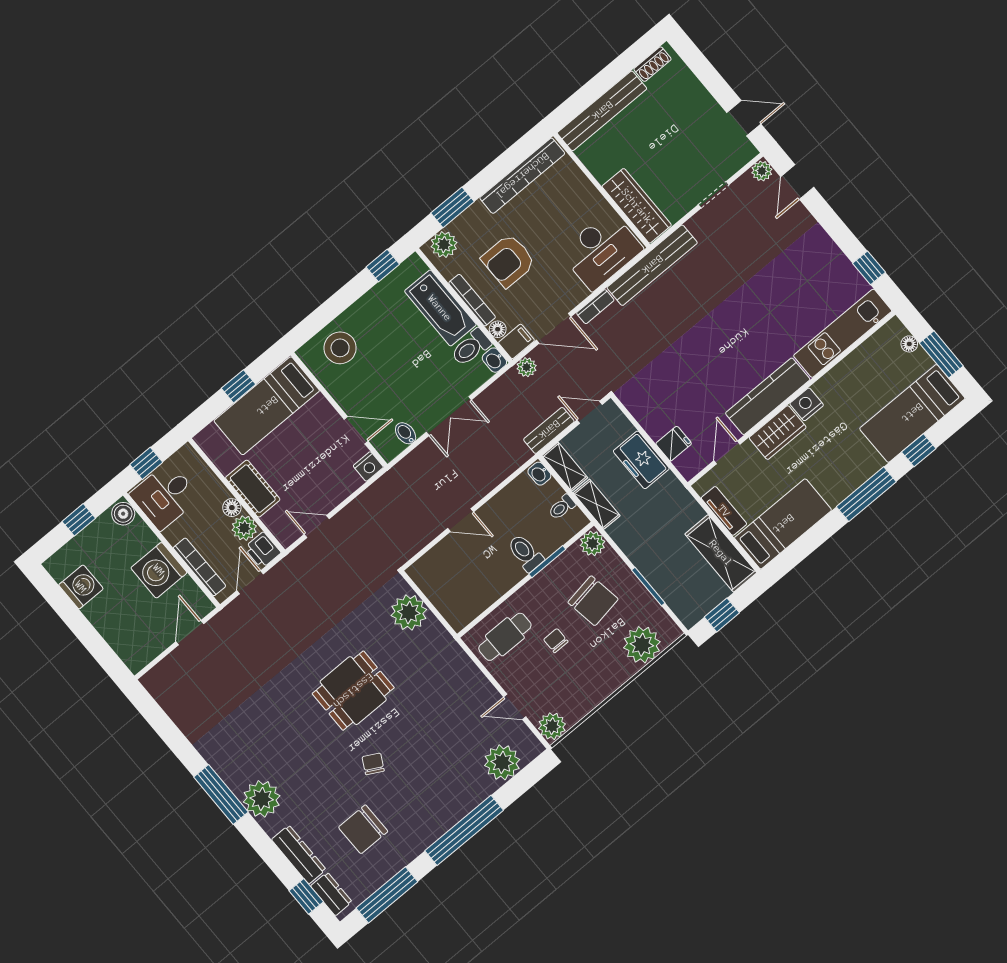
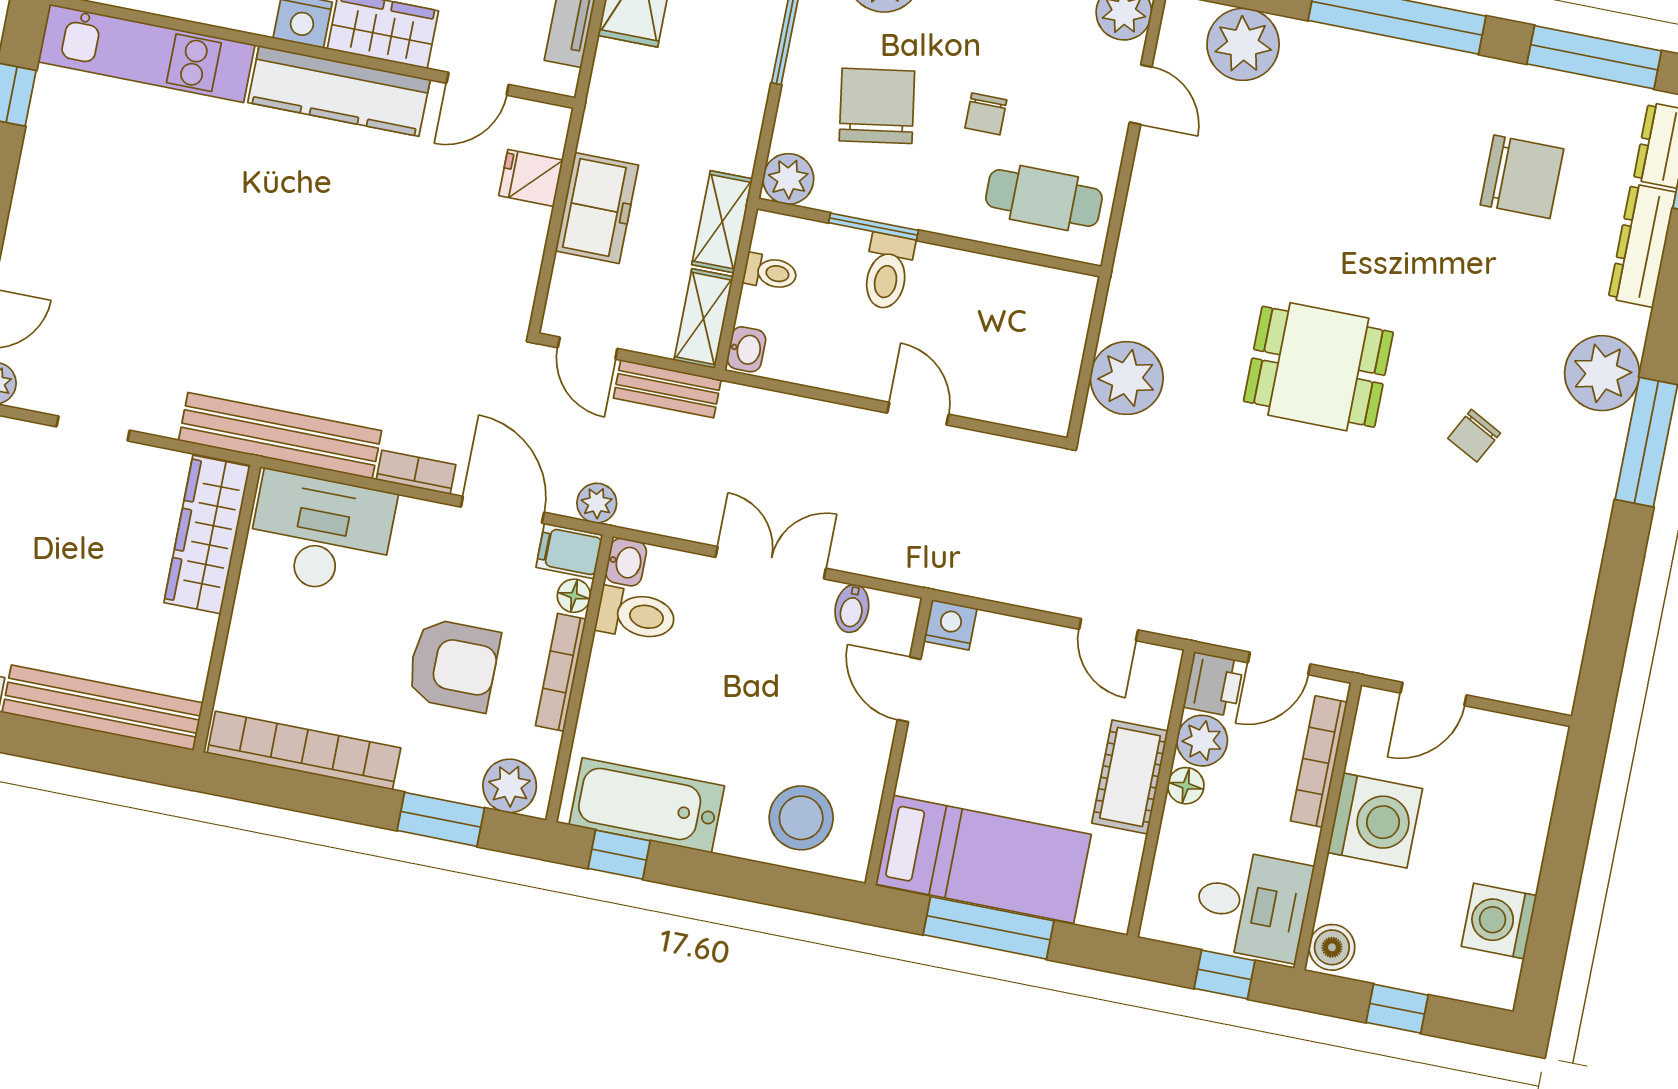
bathtub: (440, 308) -> (647, 805), moved, turned -90
window: (238, 386) -> (989, 928), width x2.17
chair: (373, 764) -> (1474, 436), moved

